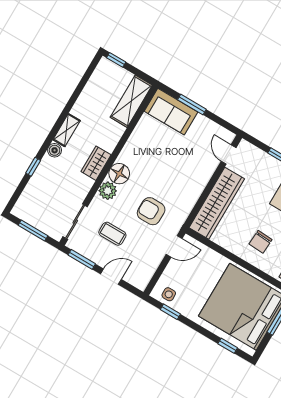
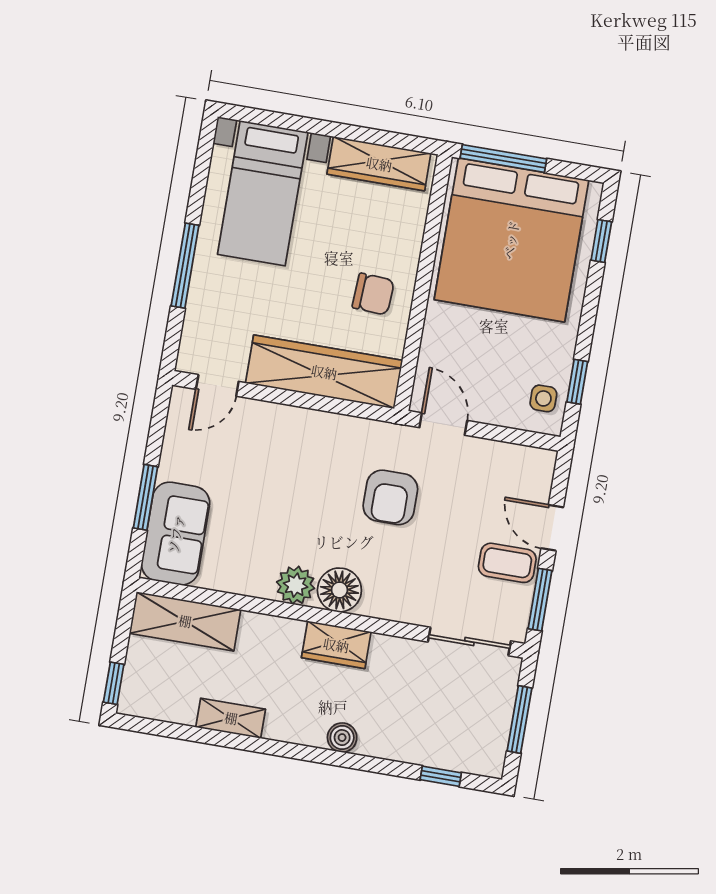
shelving: (67, 130) -> (231, 718), moved
window: (33, 167) -> (441, 776), moved
plant: (108, 191) -> (296, 585), moved
coffee table: (112, 234) -> (507, 563), moved, turned 90
chair: (261, 242) -> (373, 294), moved

